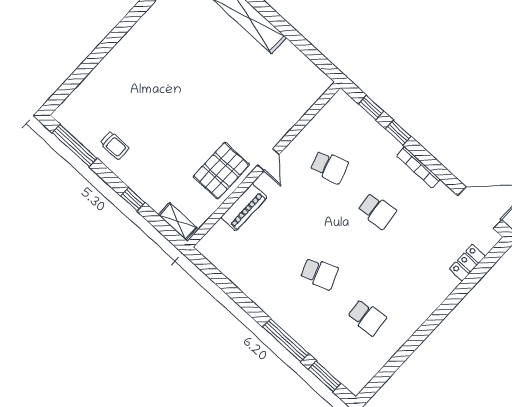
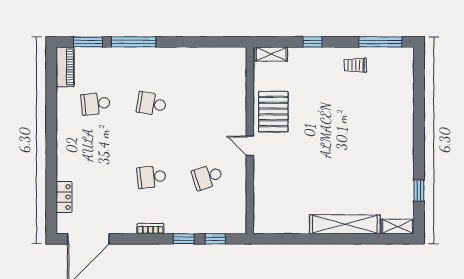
bookcase: (418, 168) -> (150, 229), width x0.64
piano: (244, 207) -> (65, 67), moved, turned 180
school desk: (319, 273) -> (151, 104), turned 30

